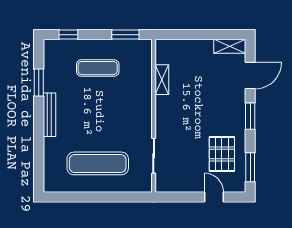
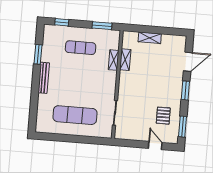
shelving: (230, 46) -> (150, 38), moved
shelving: (146, 82) -> (114, 60), added
pallet: (222, 154) -> (163, 116), width x0.67, depth x0.71

